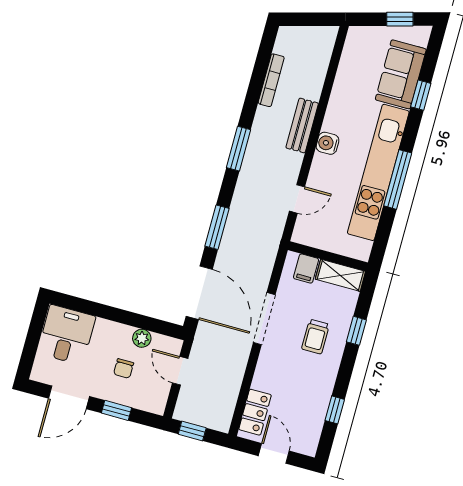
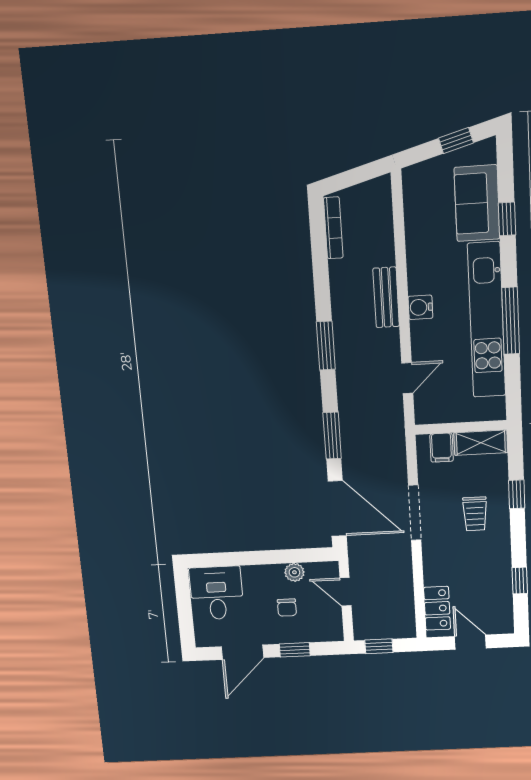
bookcase: (271, 80) -> (333, 228), moved

